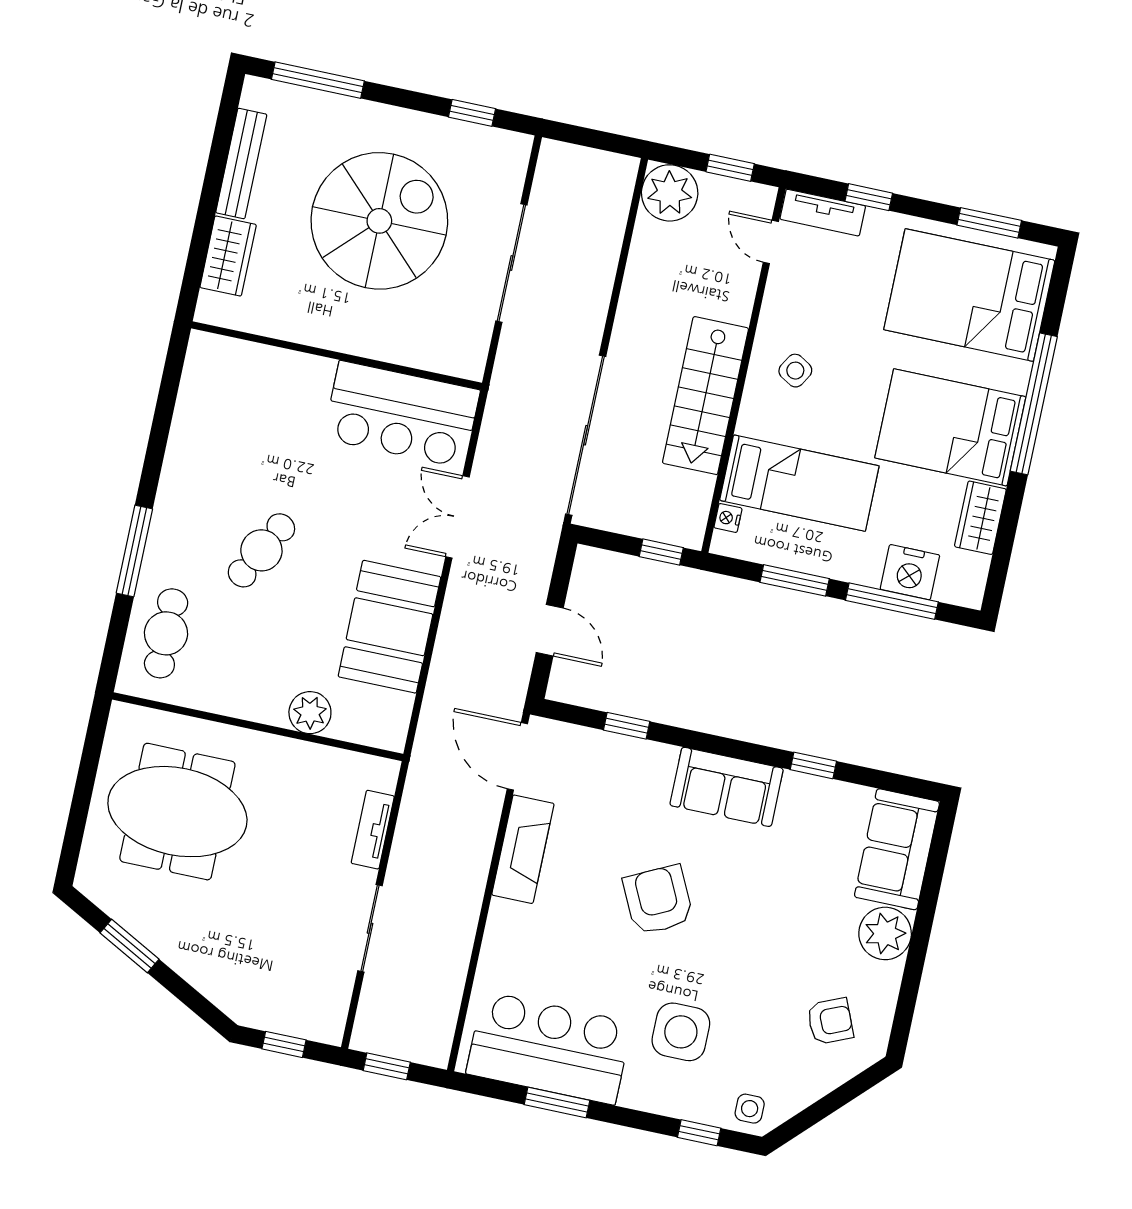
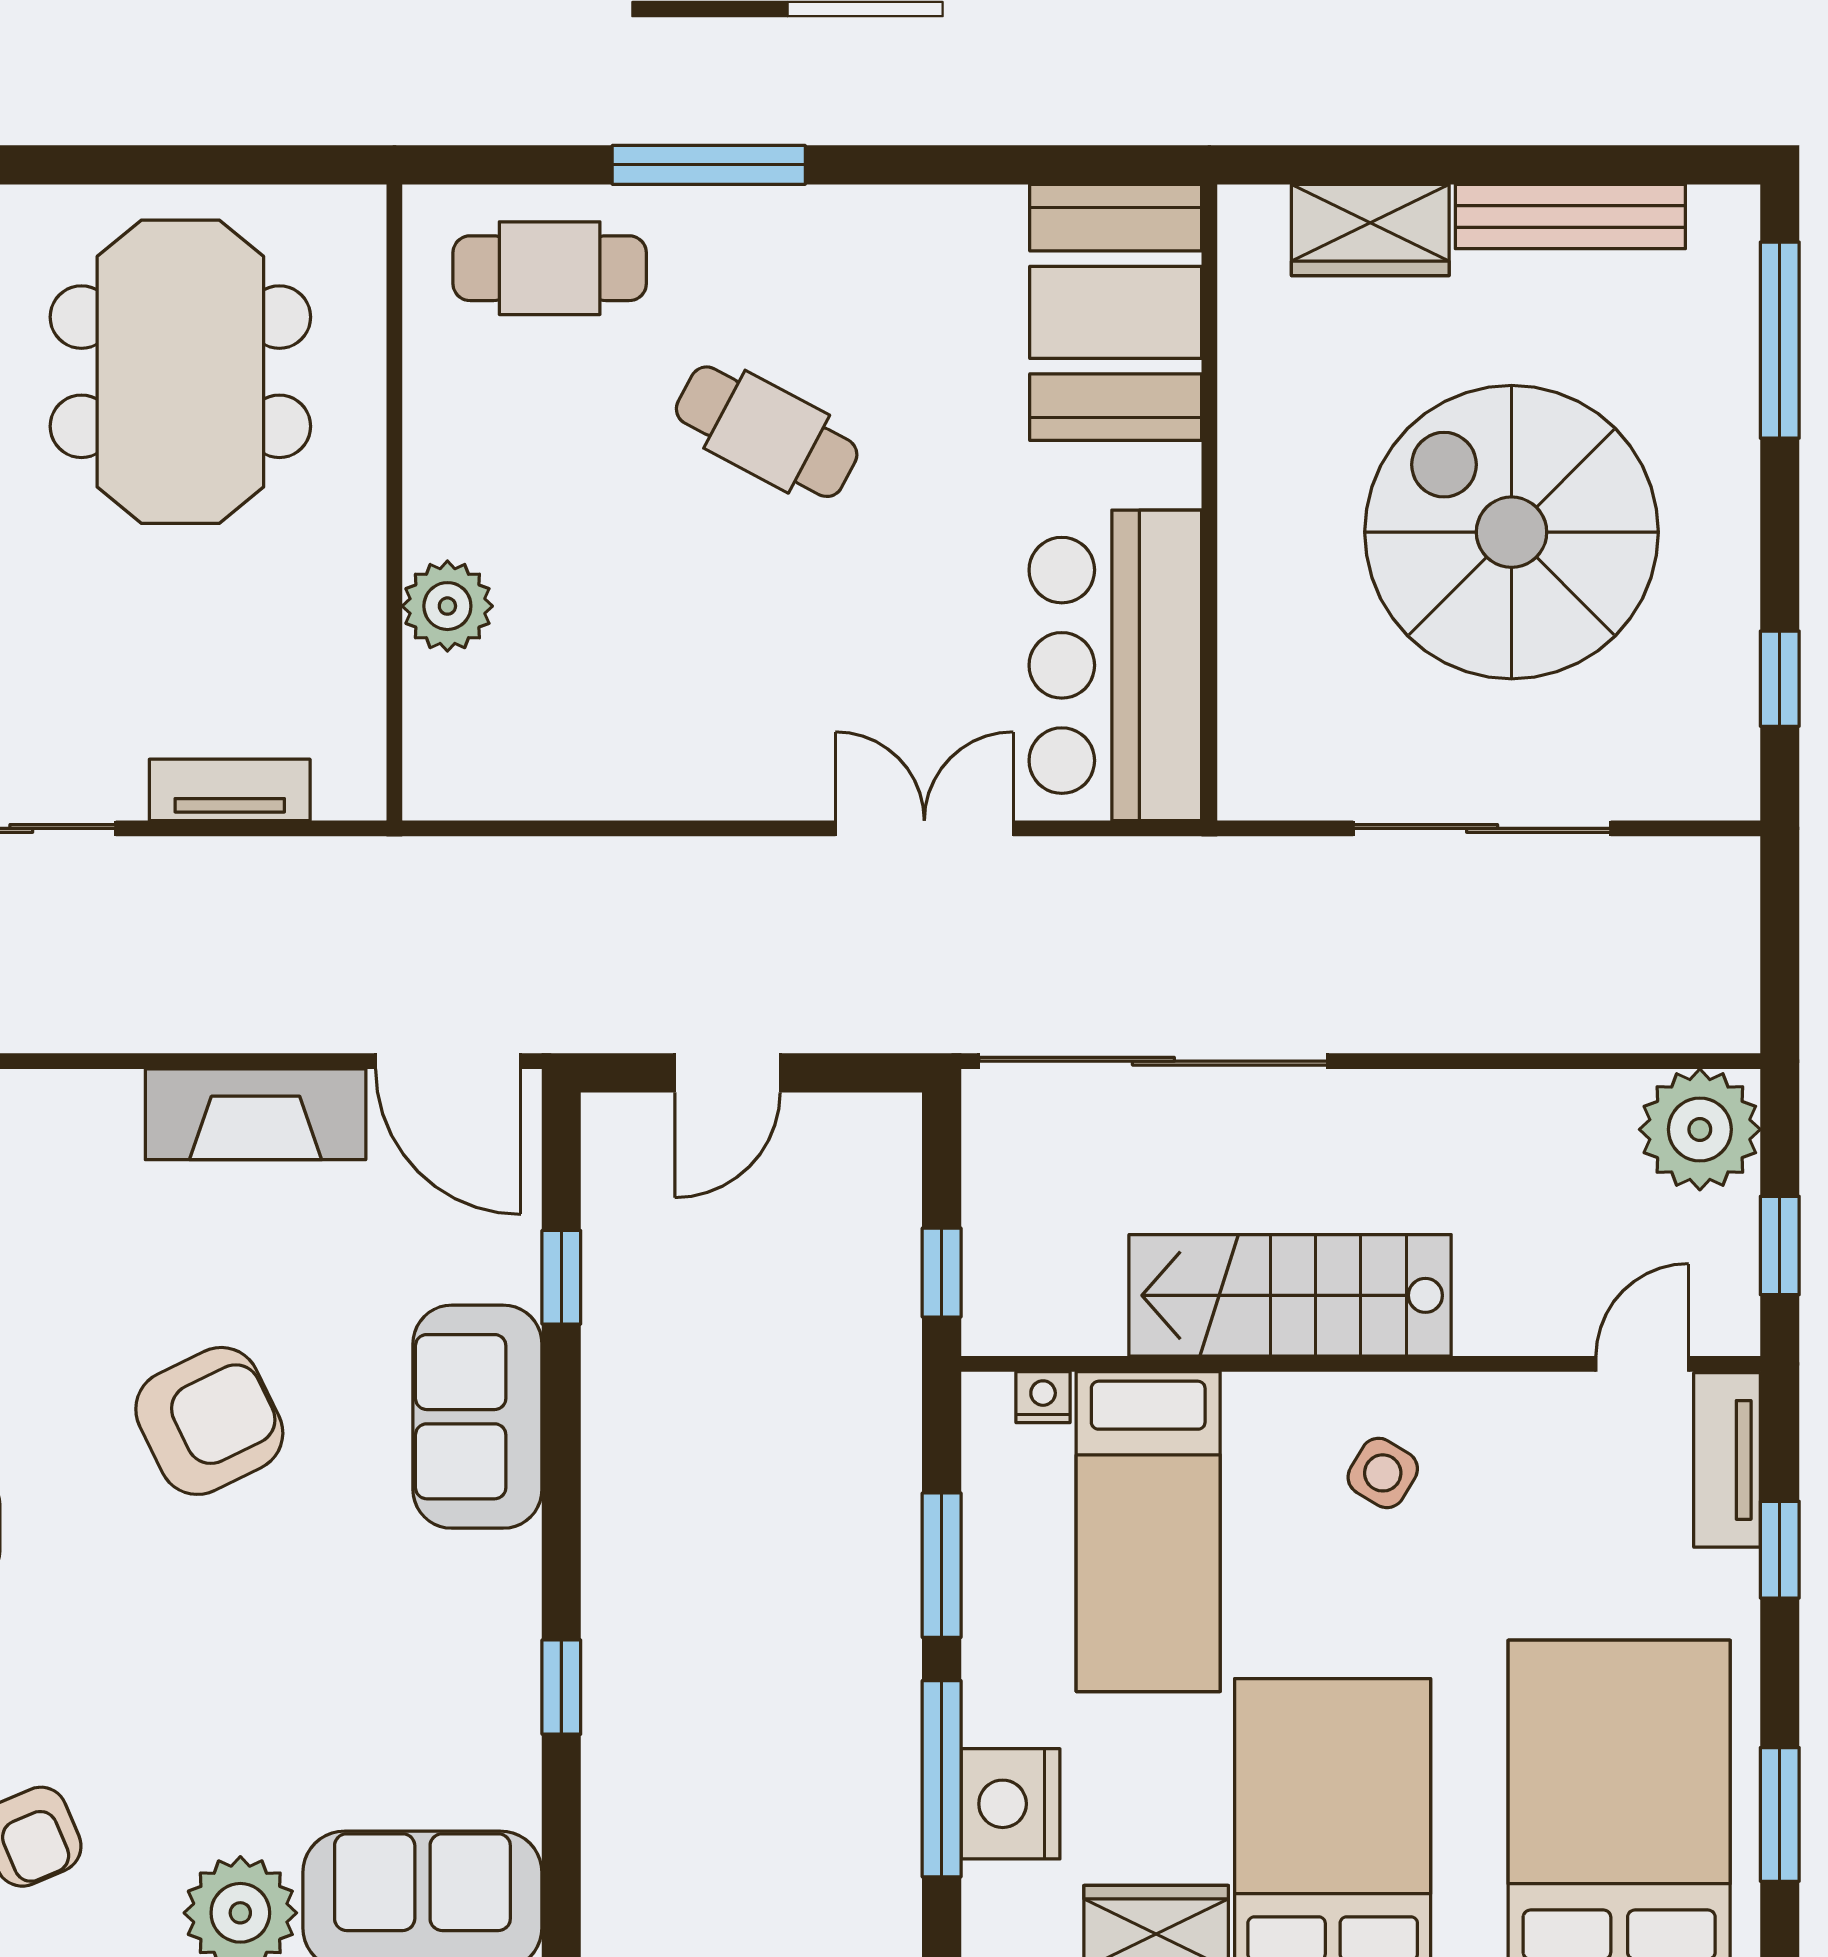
spiral stairs: (379, 221) -> (1512, 532), turned 180
booth: (389, 627) -> (1116, 312), moved, turned 90
door: (517, 756) -> (448, 1061), swing flipped
sofa: (727, 787) -> (477, 1417), moved

